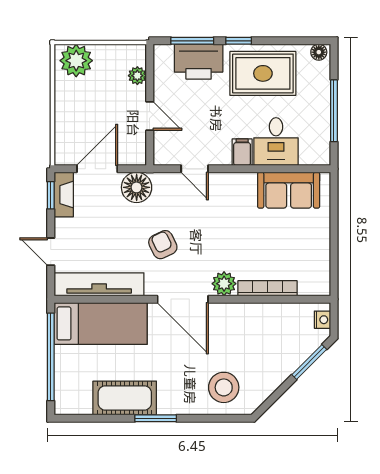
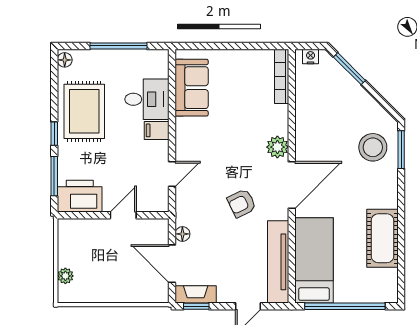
plant: (76, 61) -> (65, 276), width x0.53, depth x0.53
printer: (199, 62) -> (80, 196), moved, turned -90
plant: (137, 76) -> (86, 227), removed
floor lamp: (137, 187) -> (182, 234), width x0.53, depth x0.53
bookcase: (268, 288) -> (282, 76), moved
window: (156, 418) -> (401, 150), moved

